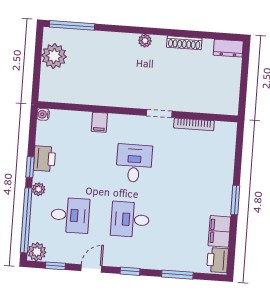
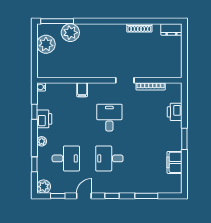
plant: (145, 41) -> (70, 33), moved, width x1.88, depth x1.88
window: (30, 167) -> (34, 112), moved
window: (26, 220) -> (34, 164), width x0.32
printer: (218, 260) -> (175, 112), moved

